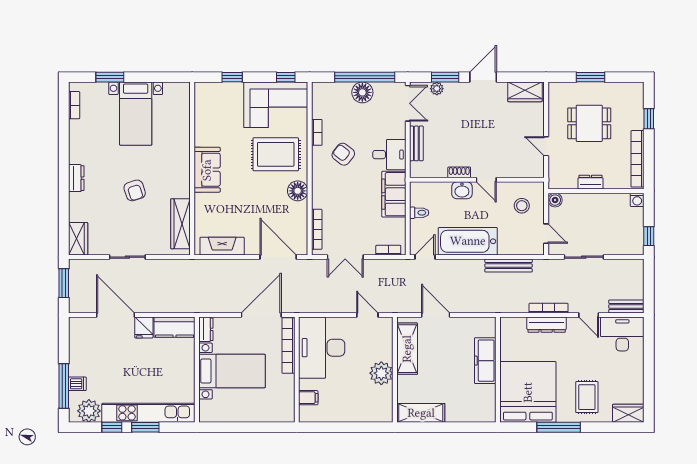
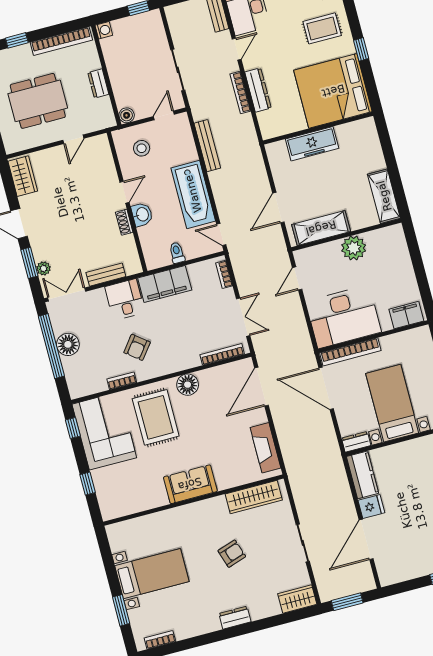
dining table: (589, 123) -> (38, 101), width x1.38
filing cabinet: (308, 398) -> (406, 315), width x2.00
window: (559, 427) -> (361, 49), width x0.46

